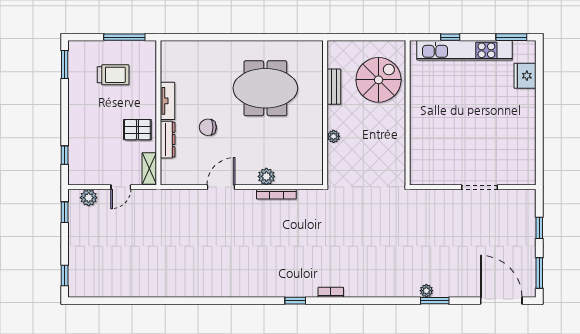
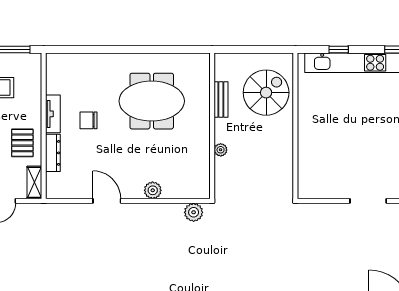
chair: (208, 127) -> (88, 120), moved
pallet: (137, 130) -> (22, 143), turned 90
door: (221, 187) -> (107, 201), hinge flipped
bookcase: (276, 194) -> (163, 208), removed
plant: (307, 198) -> (194, 212), added

